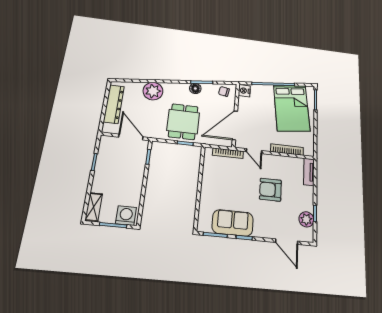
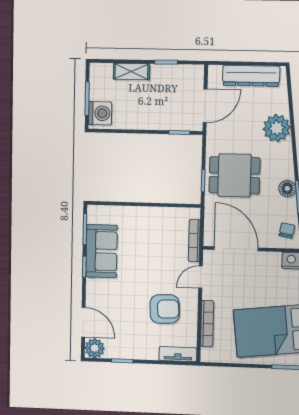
armchair: (270, 190) -> (165, 309), moved, turned 88
shelving: (94, 207) -> (131, 71), moved
plant: (306, 219) -> (95, 348), moved
door: (287, 242) -> (83, 322), swing flipped

